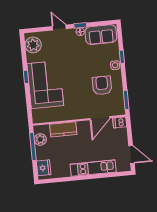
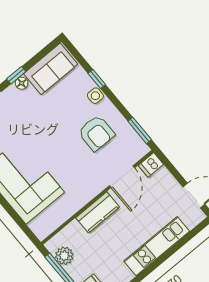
armchair: (102, 86) -> (96, 133), turned 180
kitchen counter: (63, 129) -> (98, 212), moved

